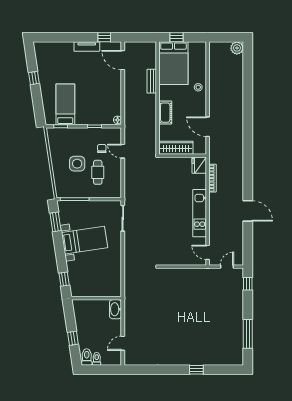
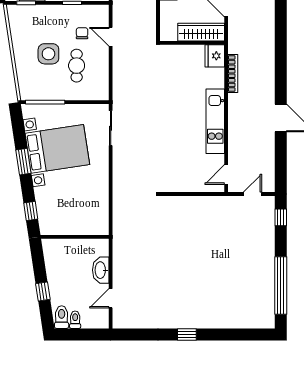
wardrobe: (176, 148) -> (201, 32), moved
window: (56, 222) -> (23, 162), moved
bed with nightstands: (85, 240) -> (57, 149), width x1.36
door: (208, 252) -> (226, 175), hinge flipped
washbasin: (116, 309) -> (101, 270), moved
window: (248, 334) -> (281, 286), width x1.46
window: (196, 370) -> (187, 334), moved

